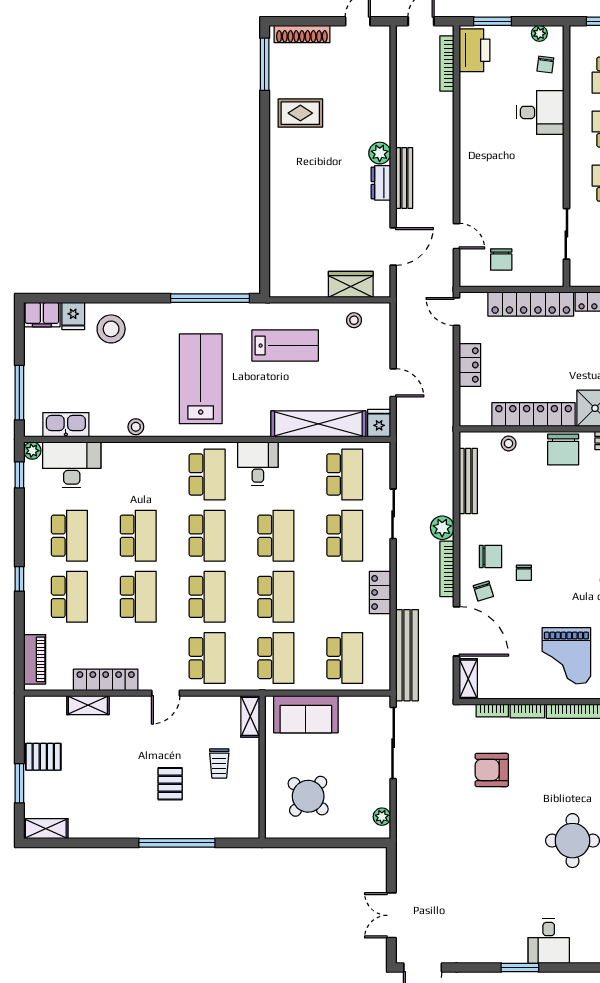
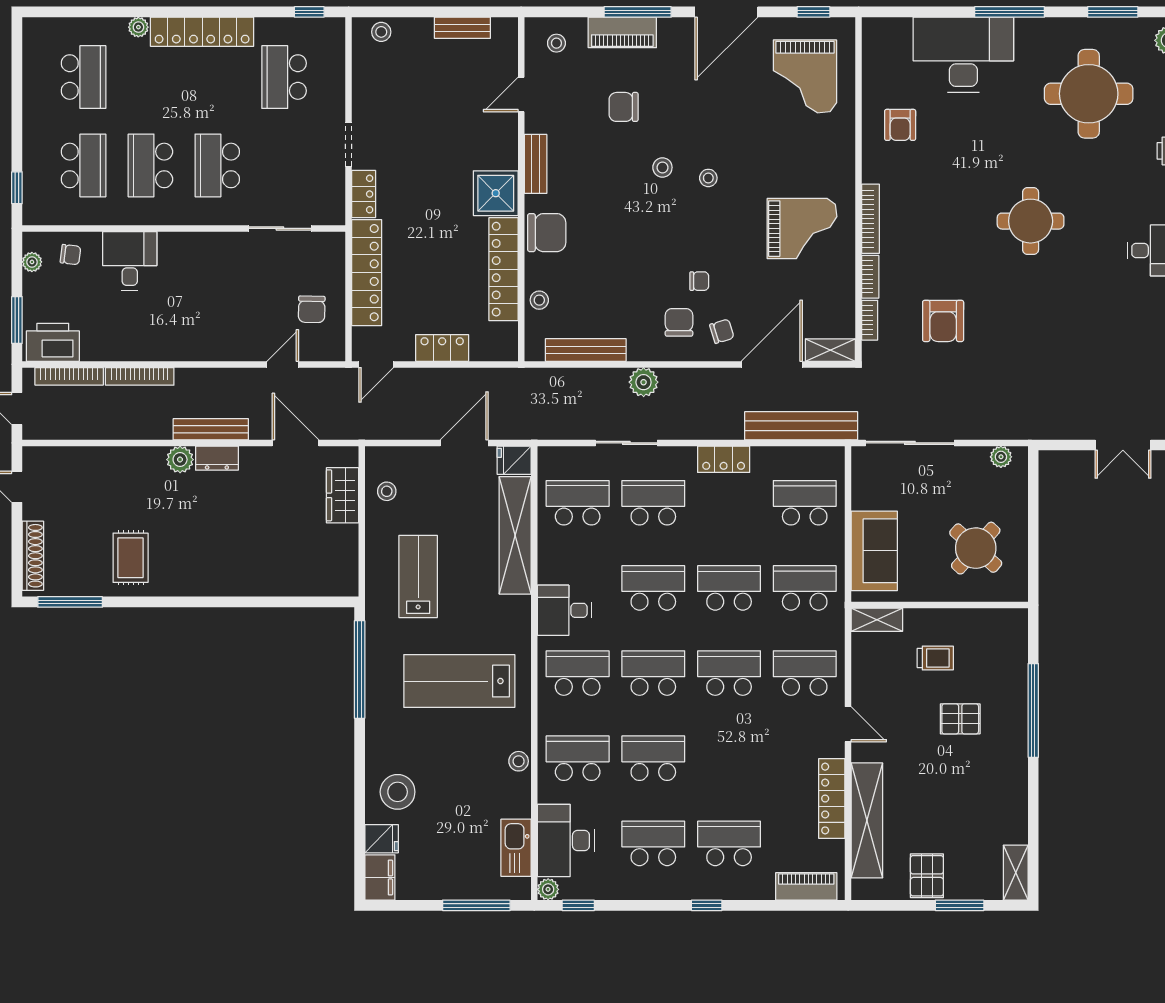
chair: (501, 259) -> (312, 309), turned 91
door: (393, 383) -> (464, 443), width x1.38
bookcase: (447, 569) -> (140, 376), moved
school desk: (138, 597) -> (578, 758), moved
shelving: (88, 705) -> (867, 820), width x2.20, depth x1.33

